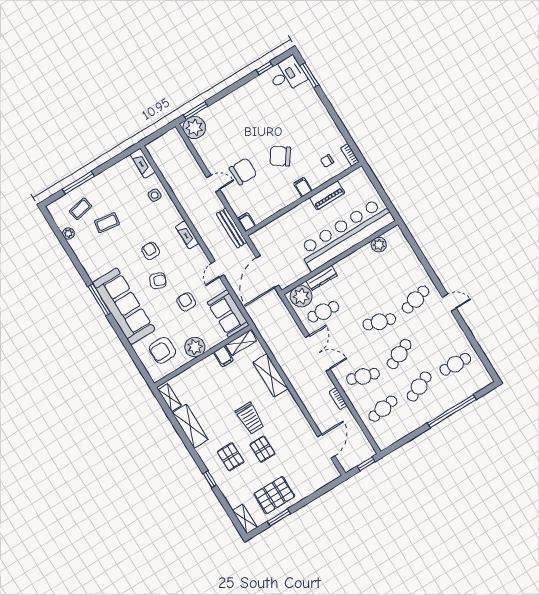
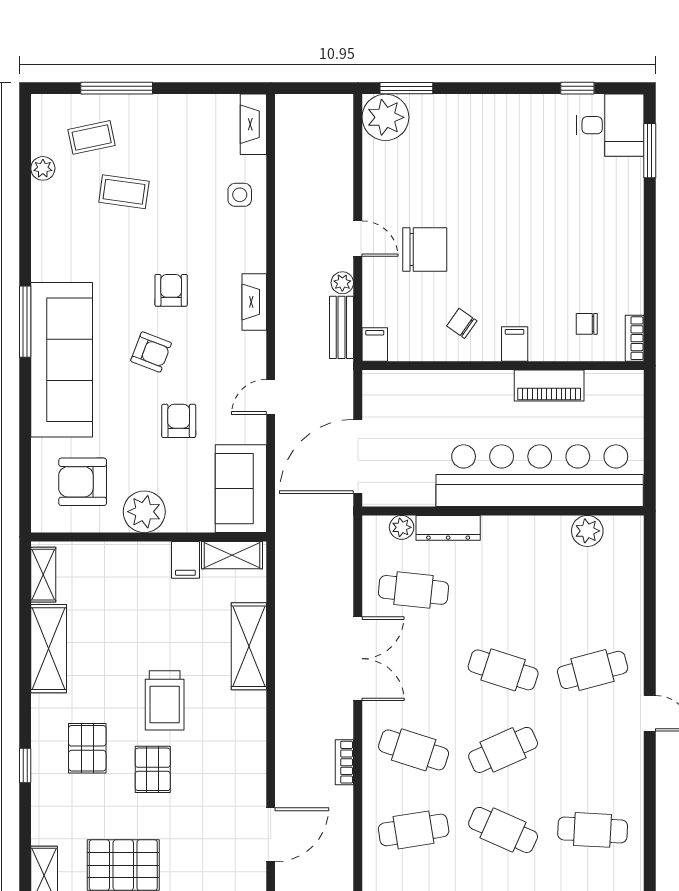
chair: (280, 156) -> (462, 323), moved, width x0.54, depth x0.54
plant: (218, 205) -> (342, 283), added
bench: (232, 228) -> (341, 327), width x0.73
plant: (301, 296) -> (402, 527), width x0.53, depth x0.53
cafe table: (419, 386) -> (503, 830), turned 48

